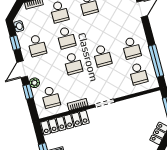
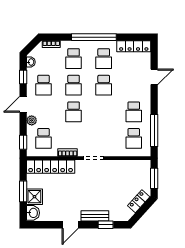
school desk: (102, 56) -> (104, 85), moved
window: (28, 92) -> (23, 142), moved

